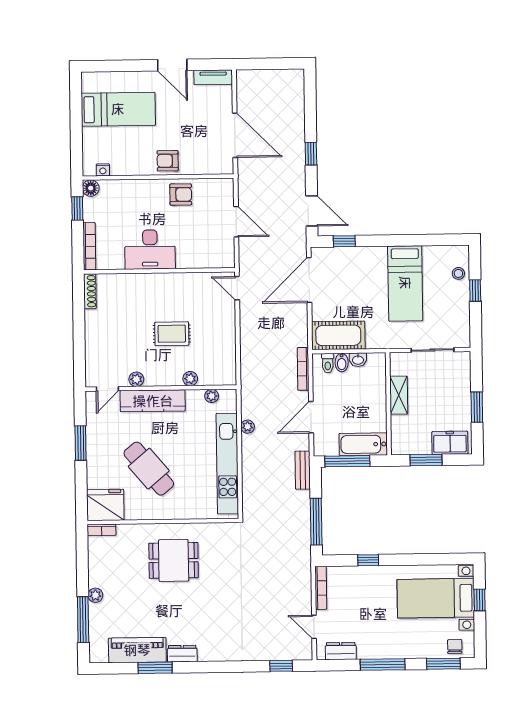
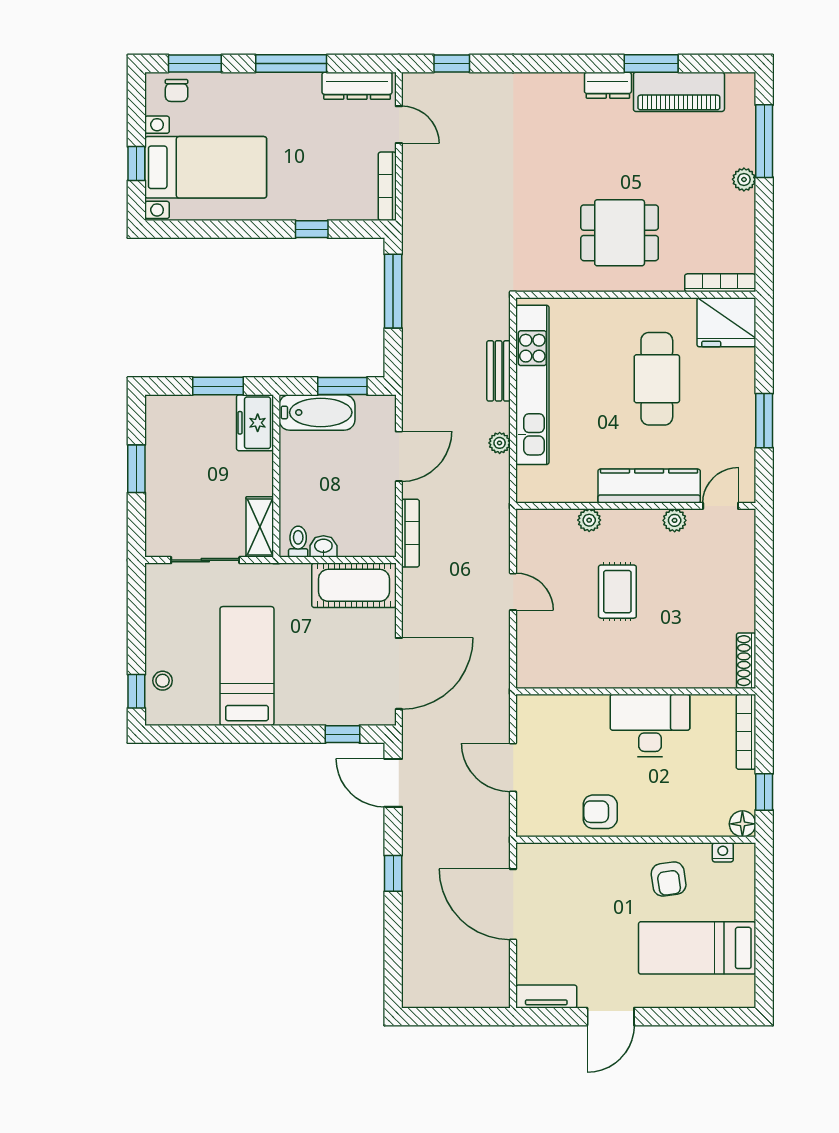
door: (172, 65) -> (611, 1017), swing flipped
armchair: (168, 161) -> (669, 879), moved, turned 82
door: (237, 288) -> (513, 592), moved
window: (475, 291) -> (136, 691), moved
rug: (172, 334) -> (617, 592), turned 90
toilet: (328, 363) -> (298, 542), moved
bidet: (342, 363) -> (349, 542), removed
shelving: (399, 395) -> (260, 527), moved
plant: (212, 396) -> (556, 492), removed
freezer: (450, 443) -> (255, 423), moved, turned 90
window: (347, 461) -> (342, 386), width x0.69
cafe table: (149, 469) -> (657, 379), turned 40
bench: (303, 470) -> (499, 371), moved
bookcase: (101, 530) -> (720, 283), width x1.56
dresser: (341, 651) -> (357, 86), width x1.44

